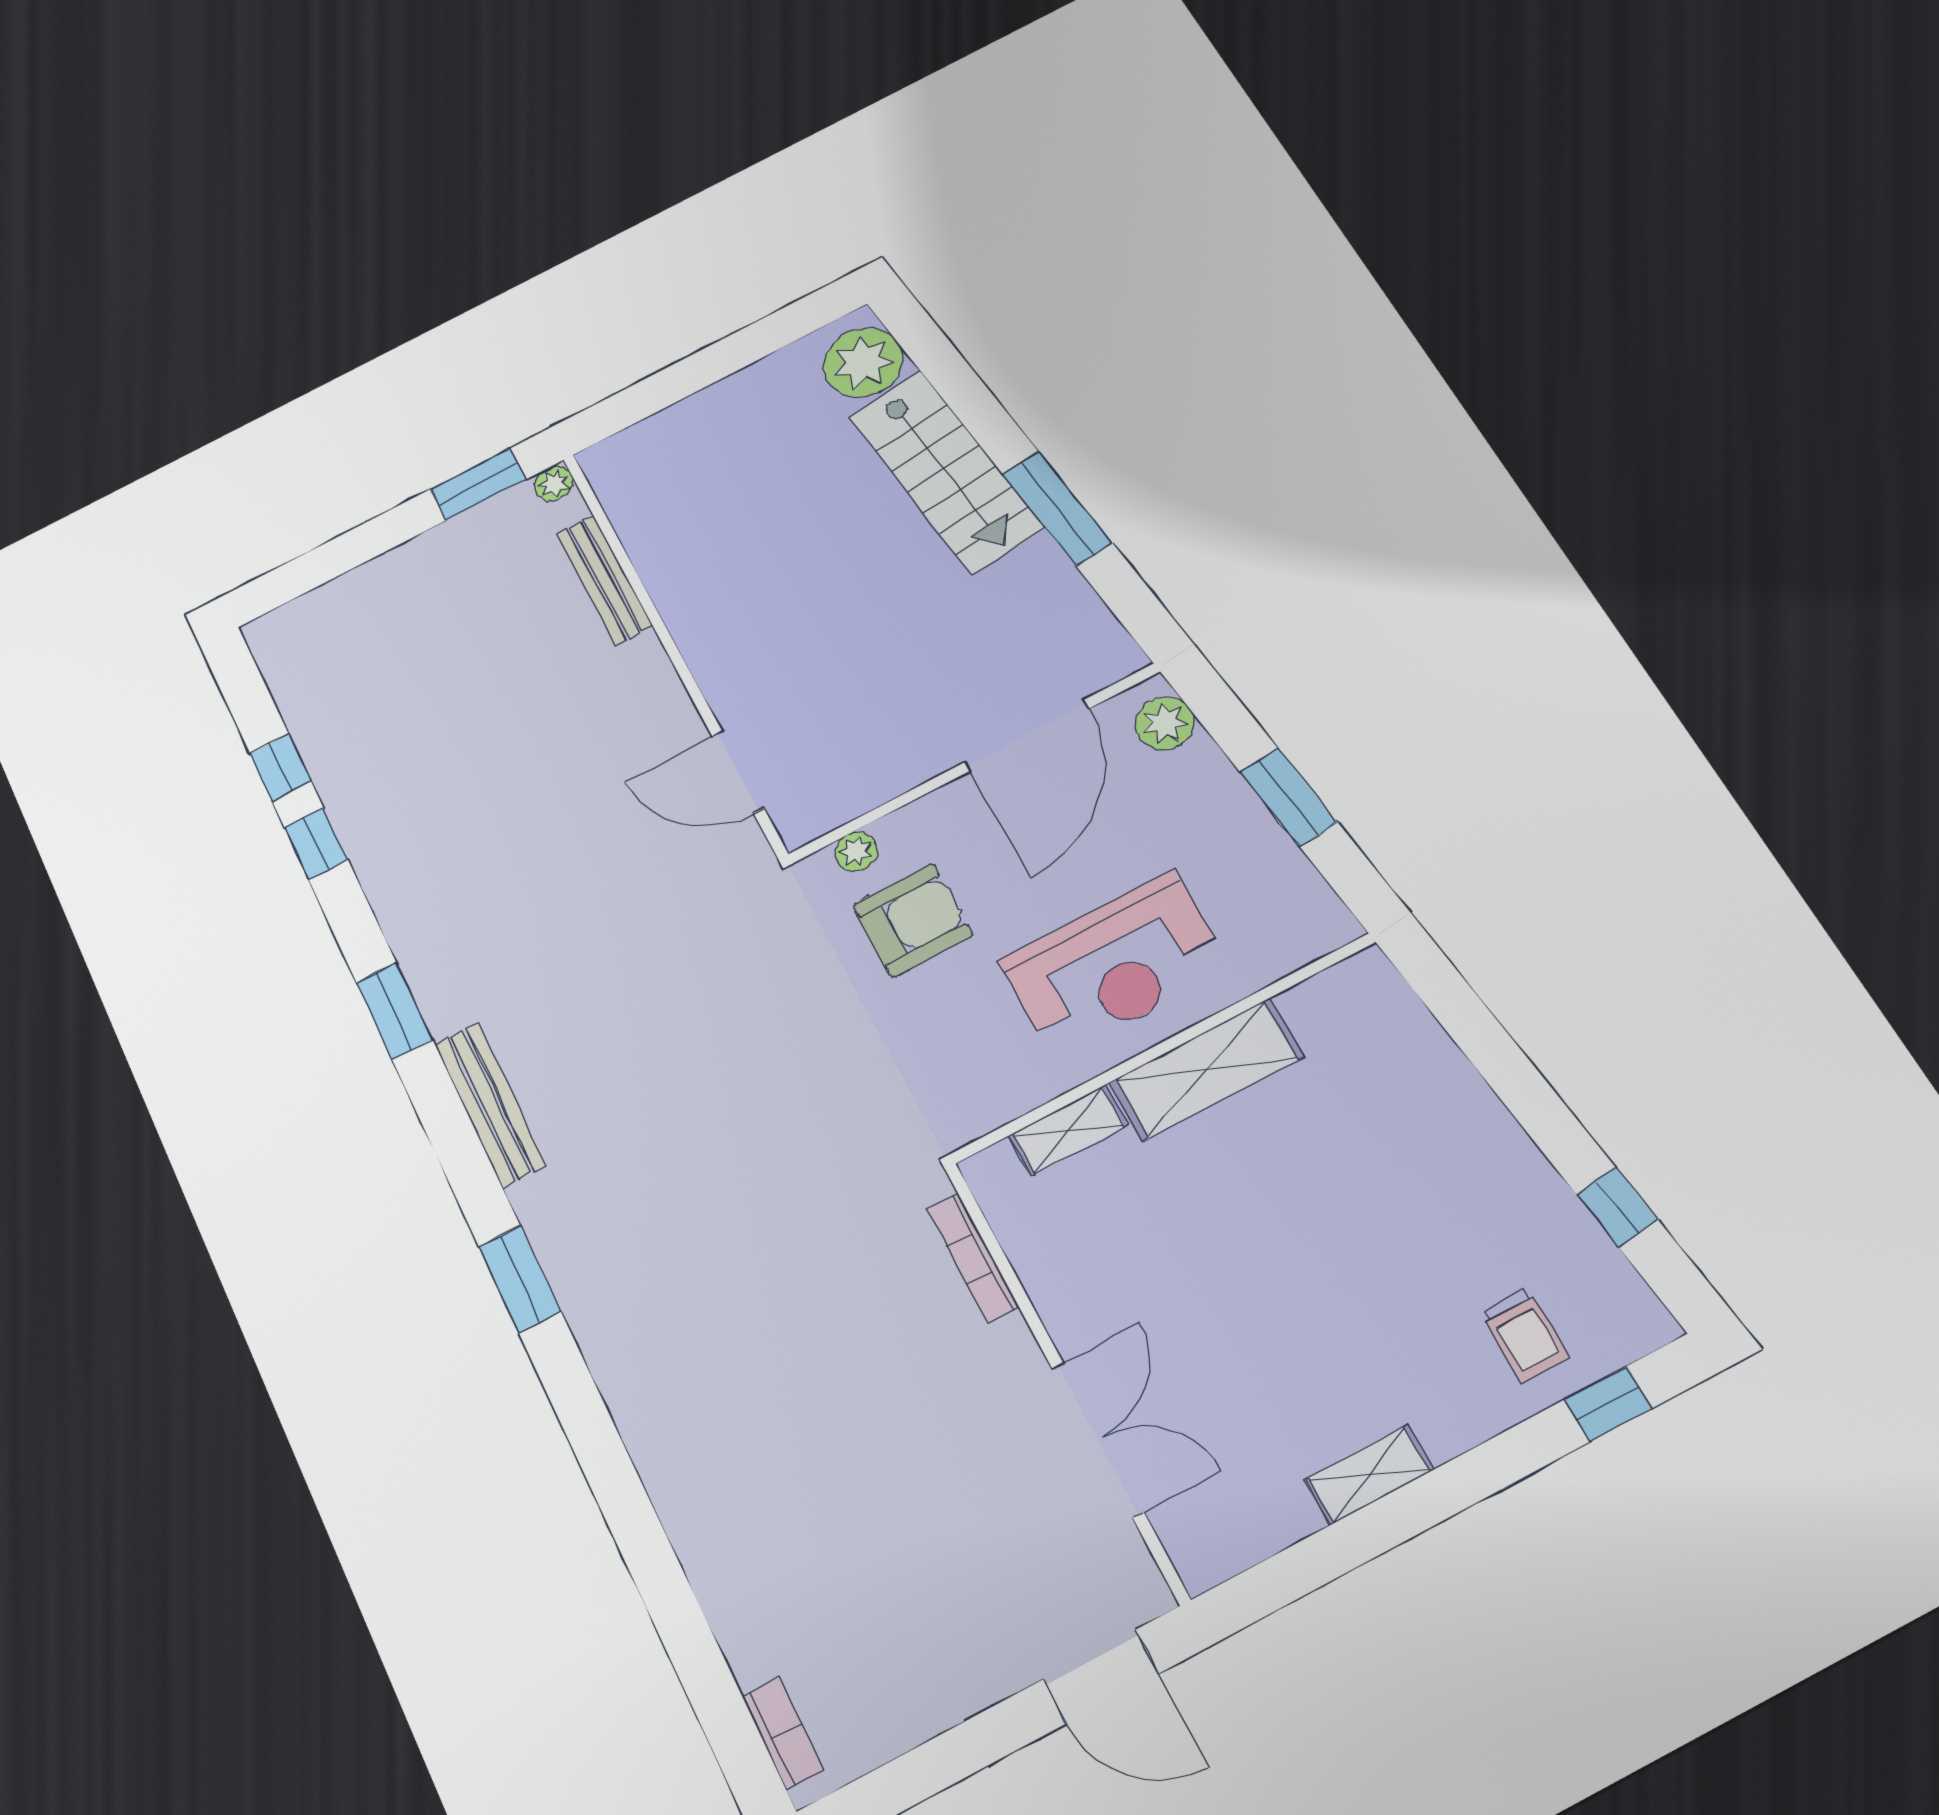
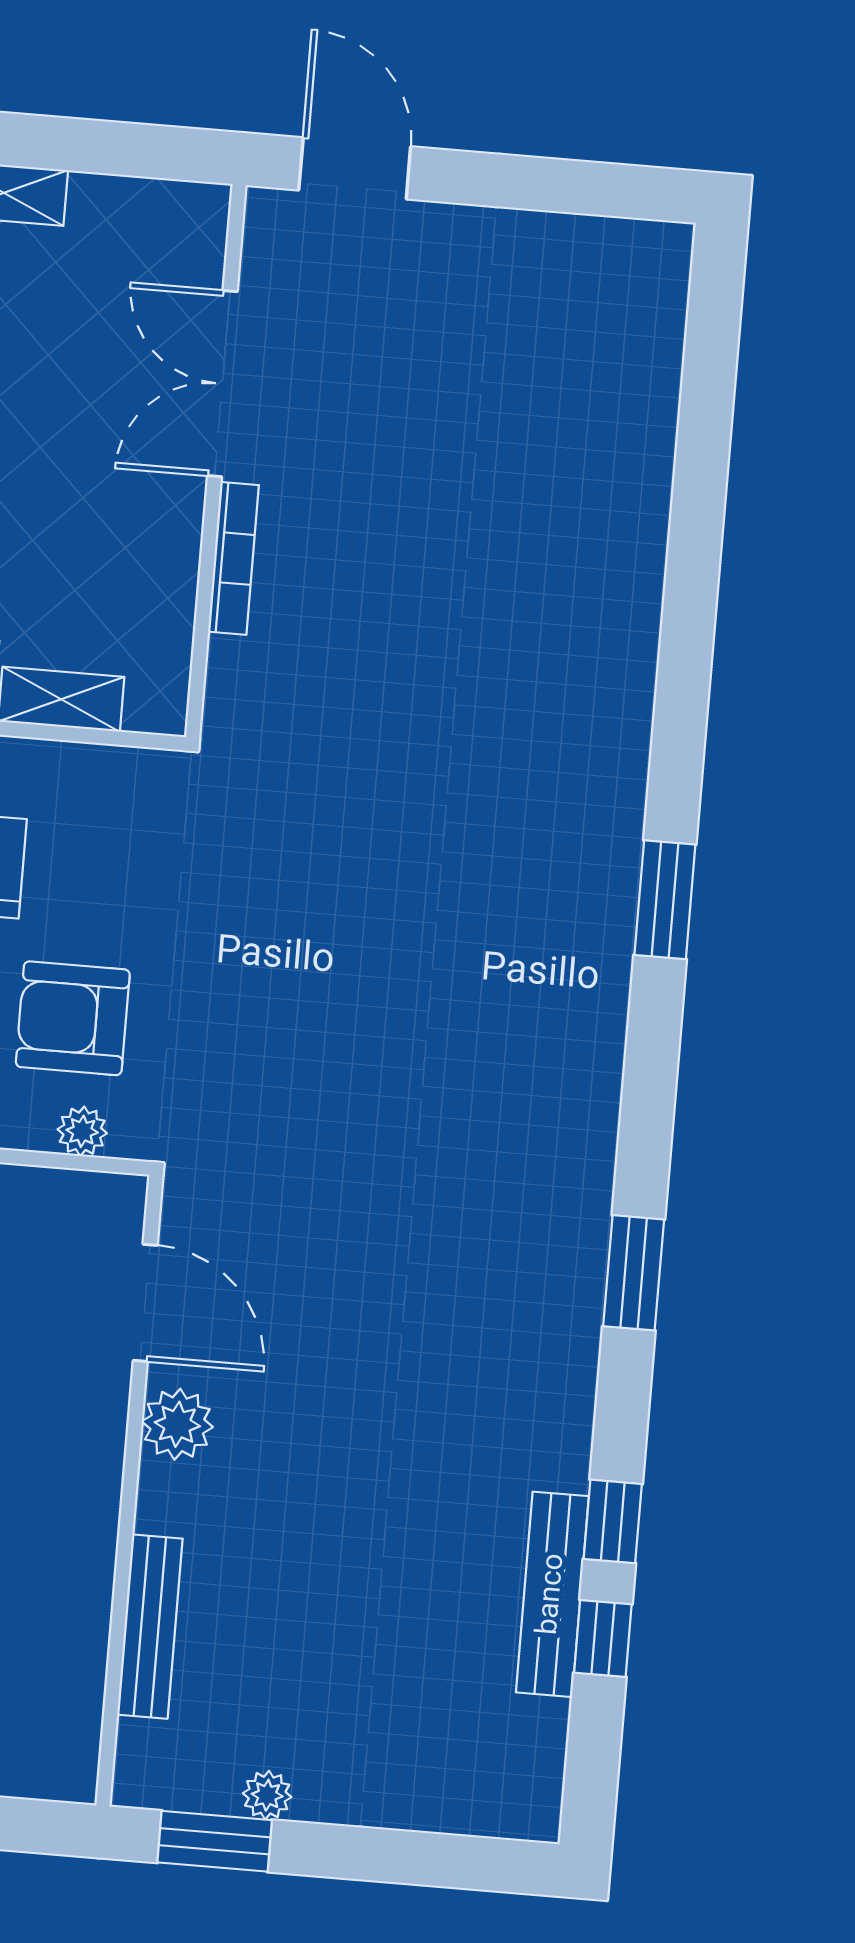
plant: (554, 483) -> (267, 1795), moved
plant: (665, 712) -> (177, 1424), added
bench: (490, 1104) -> (552, 1594), moved
bookcase: (973, 1257) -> (233, 558), moved
bookcase: (783, 1733) -> (667, 301), removed

